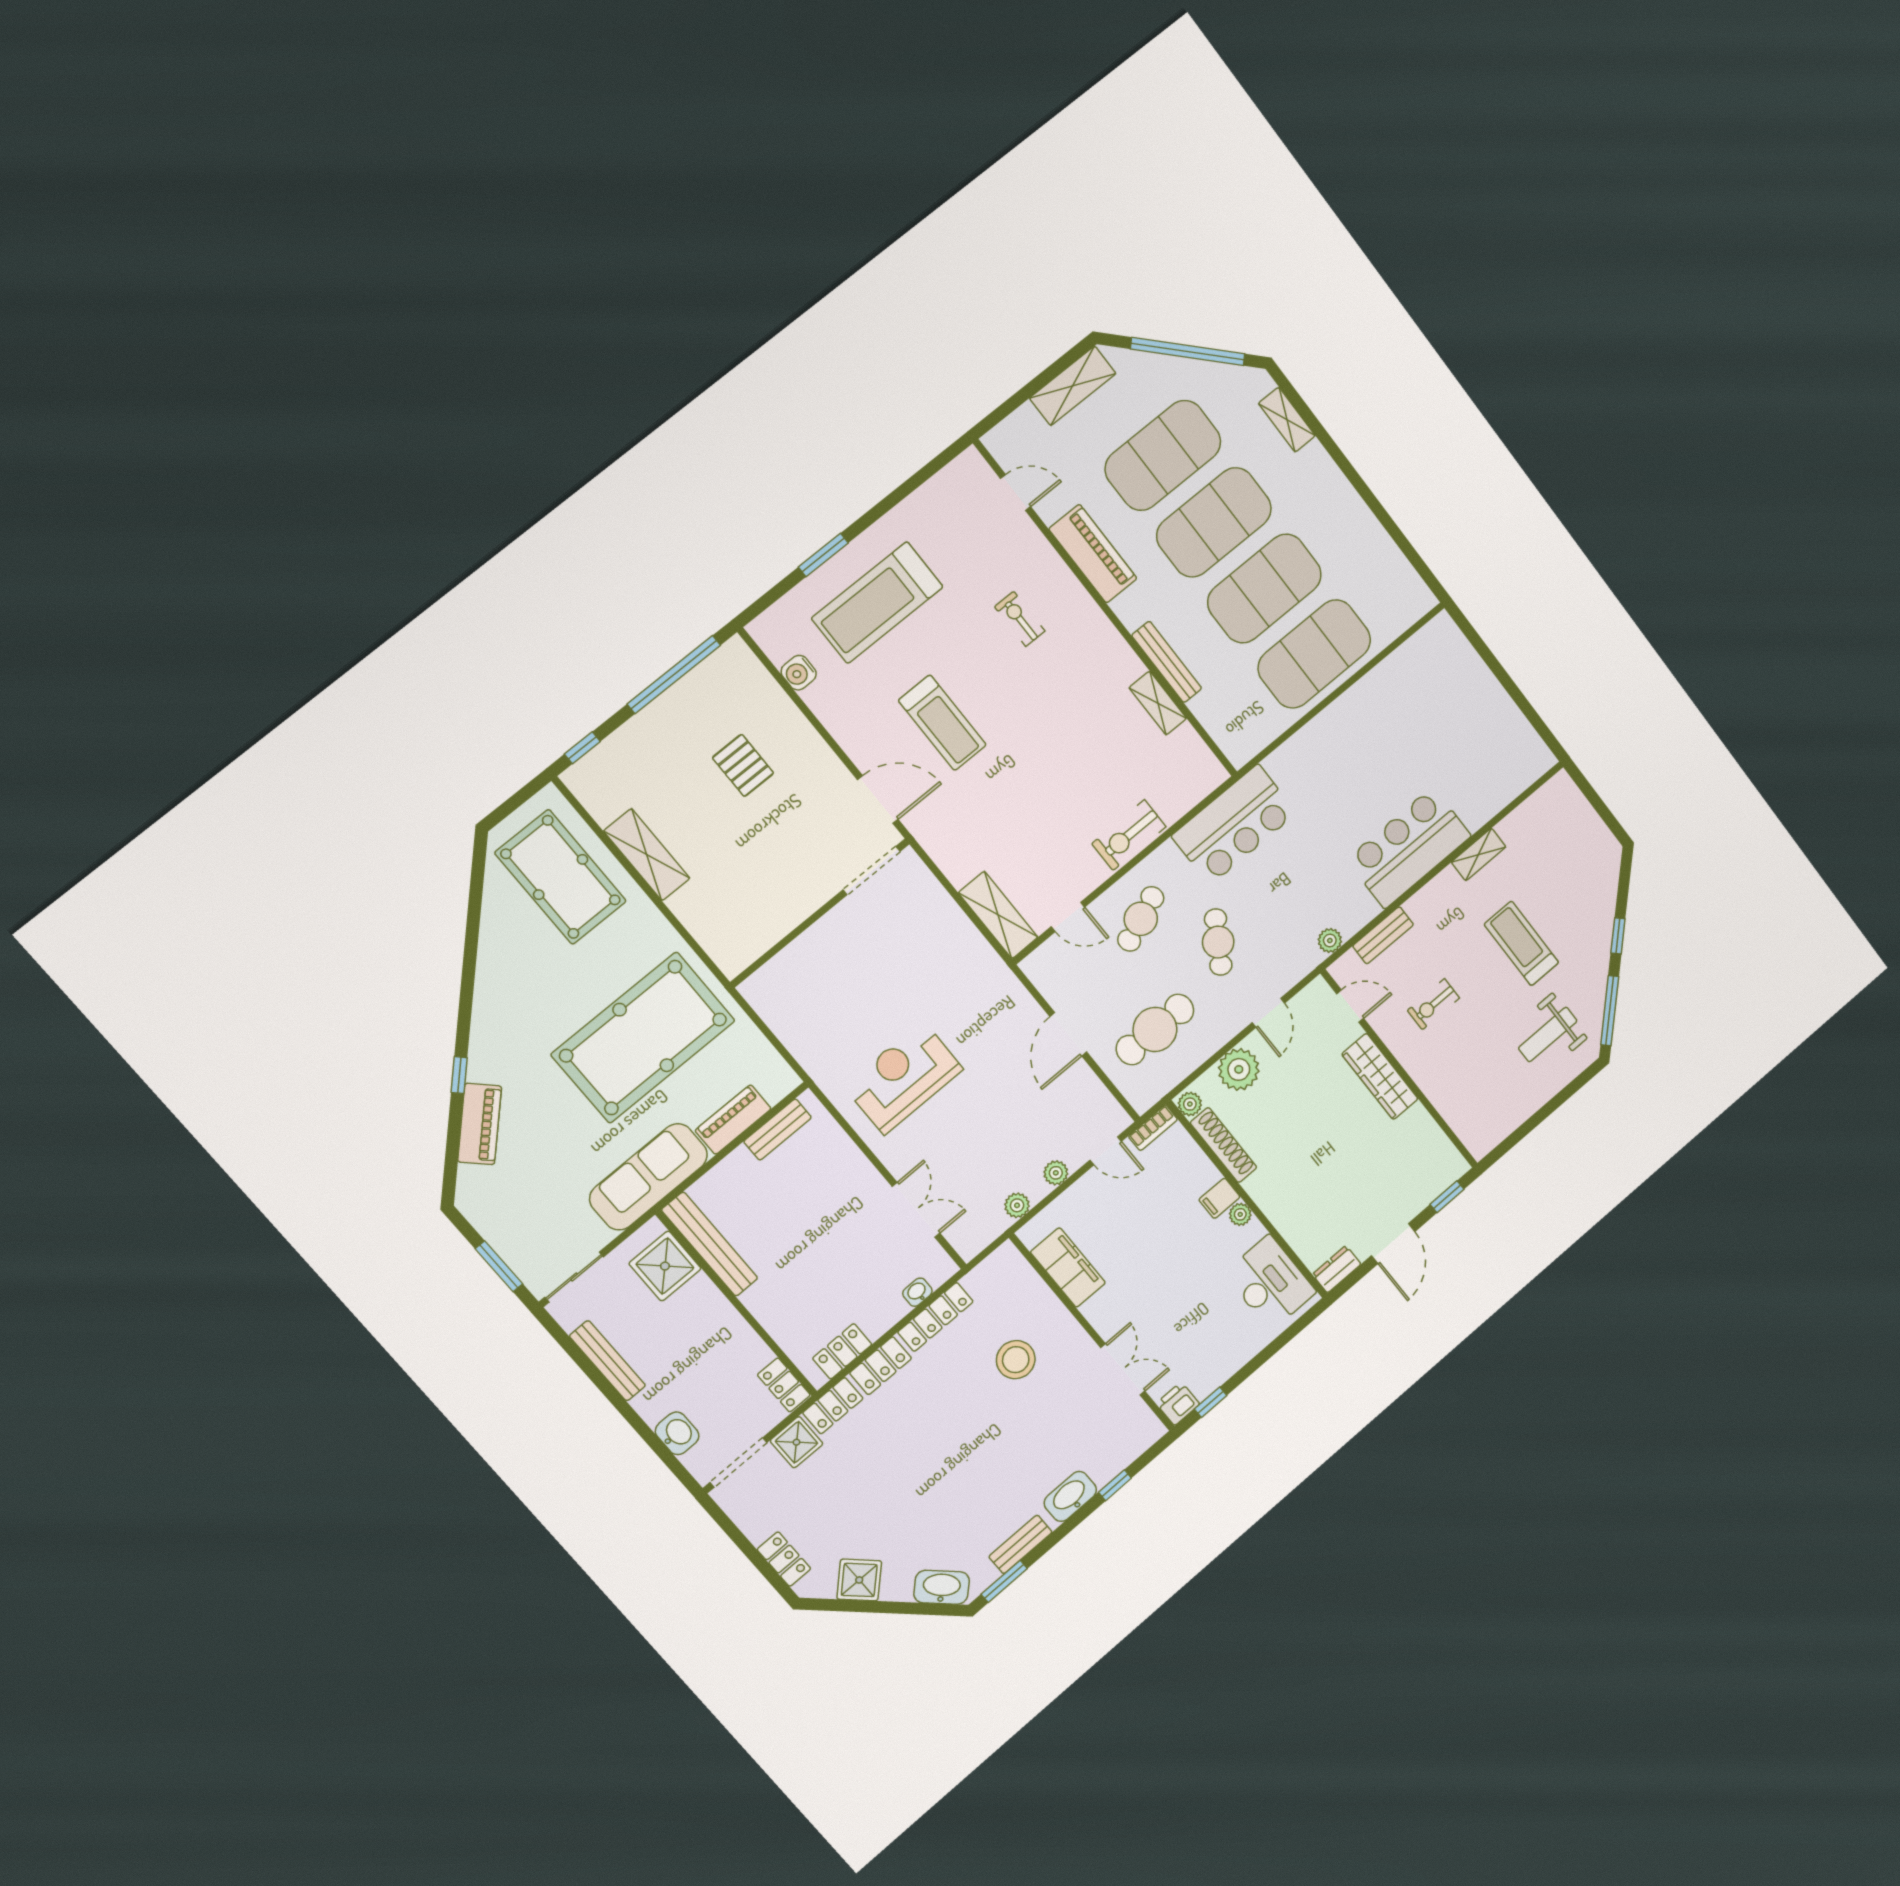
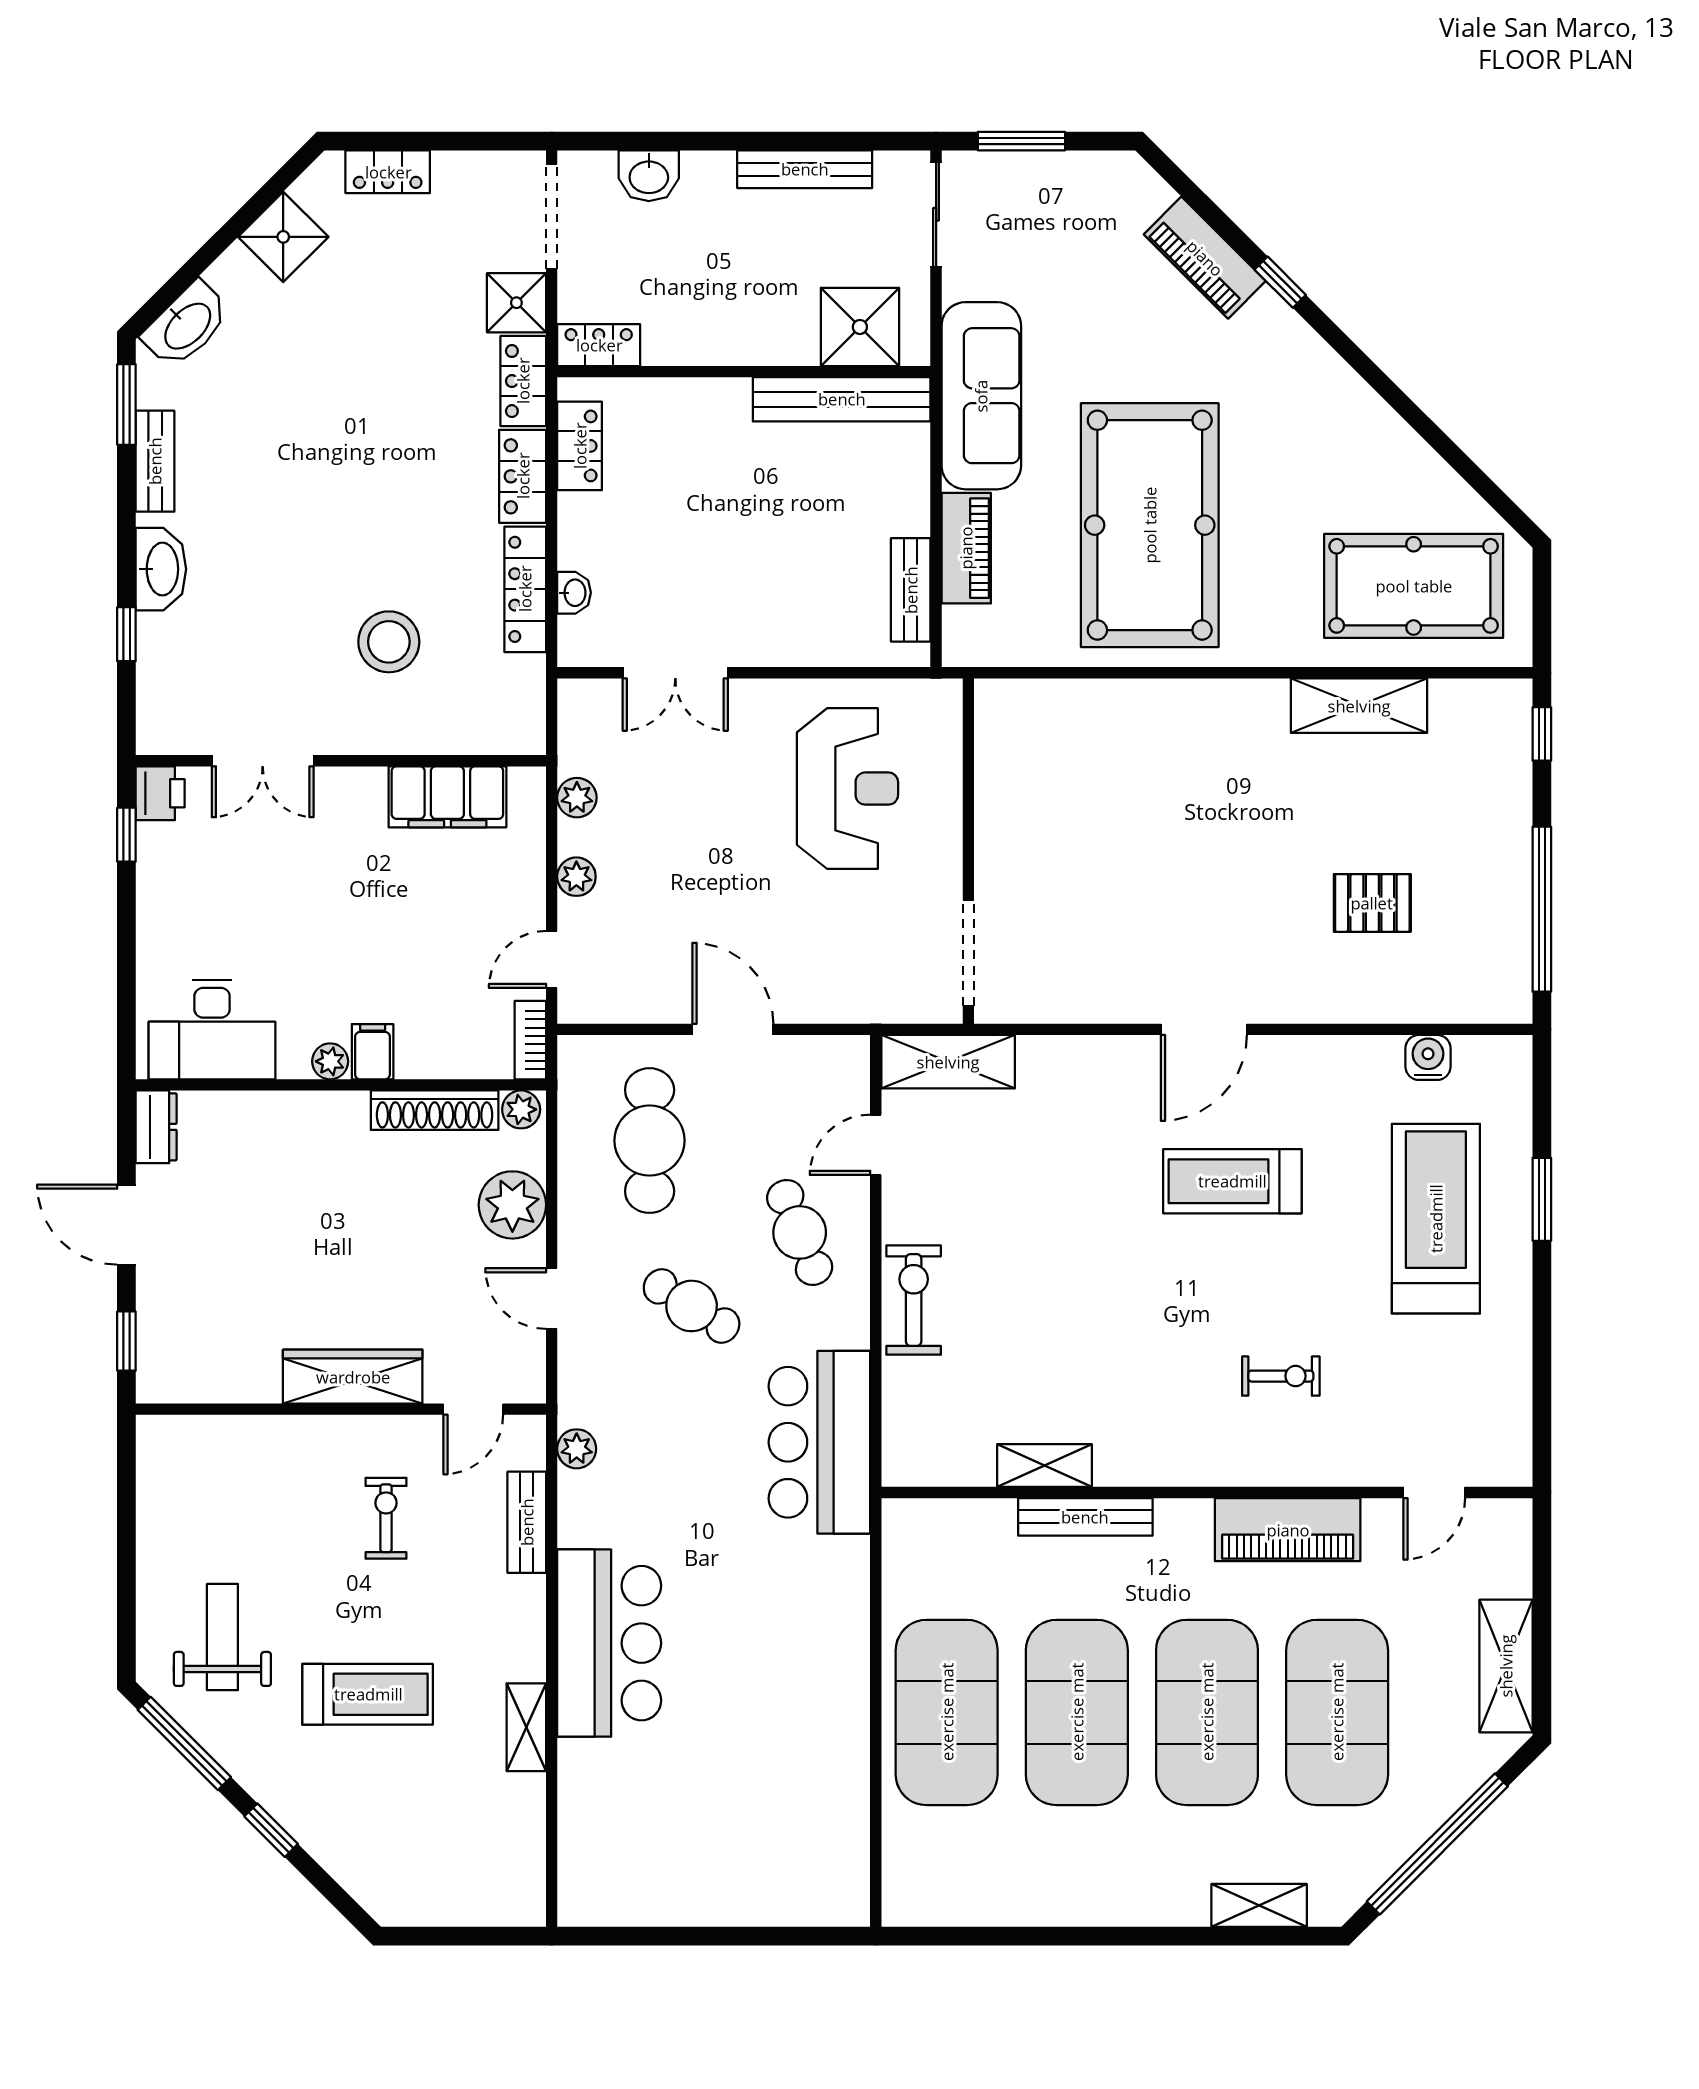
doorway: (872, 871) -> (968, 953), moved
wall: (820, 913) -> (968, 851), moved

